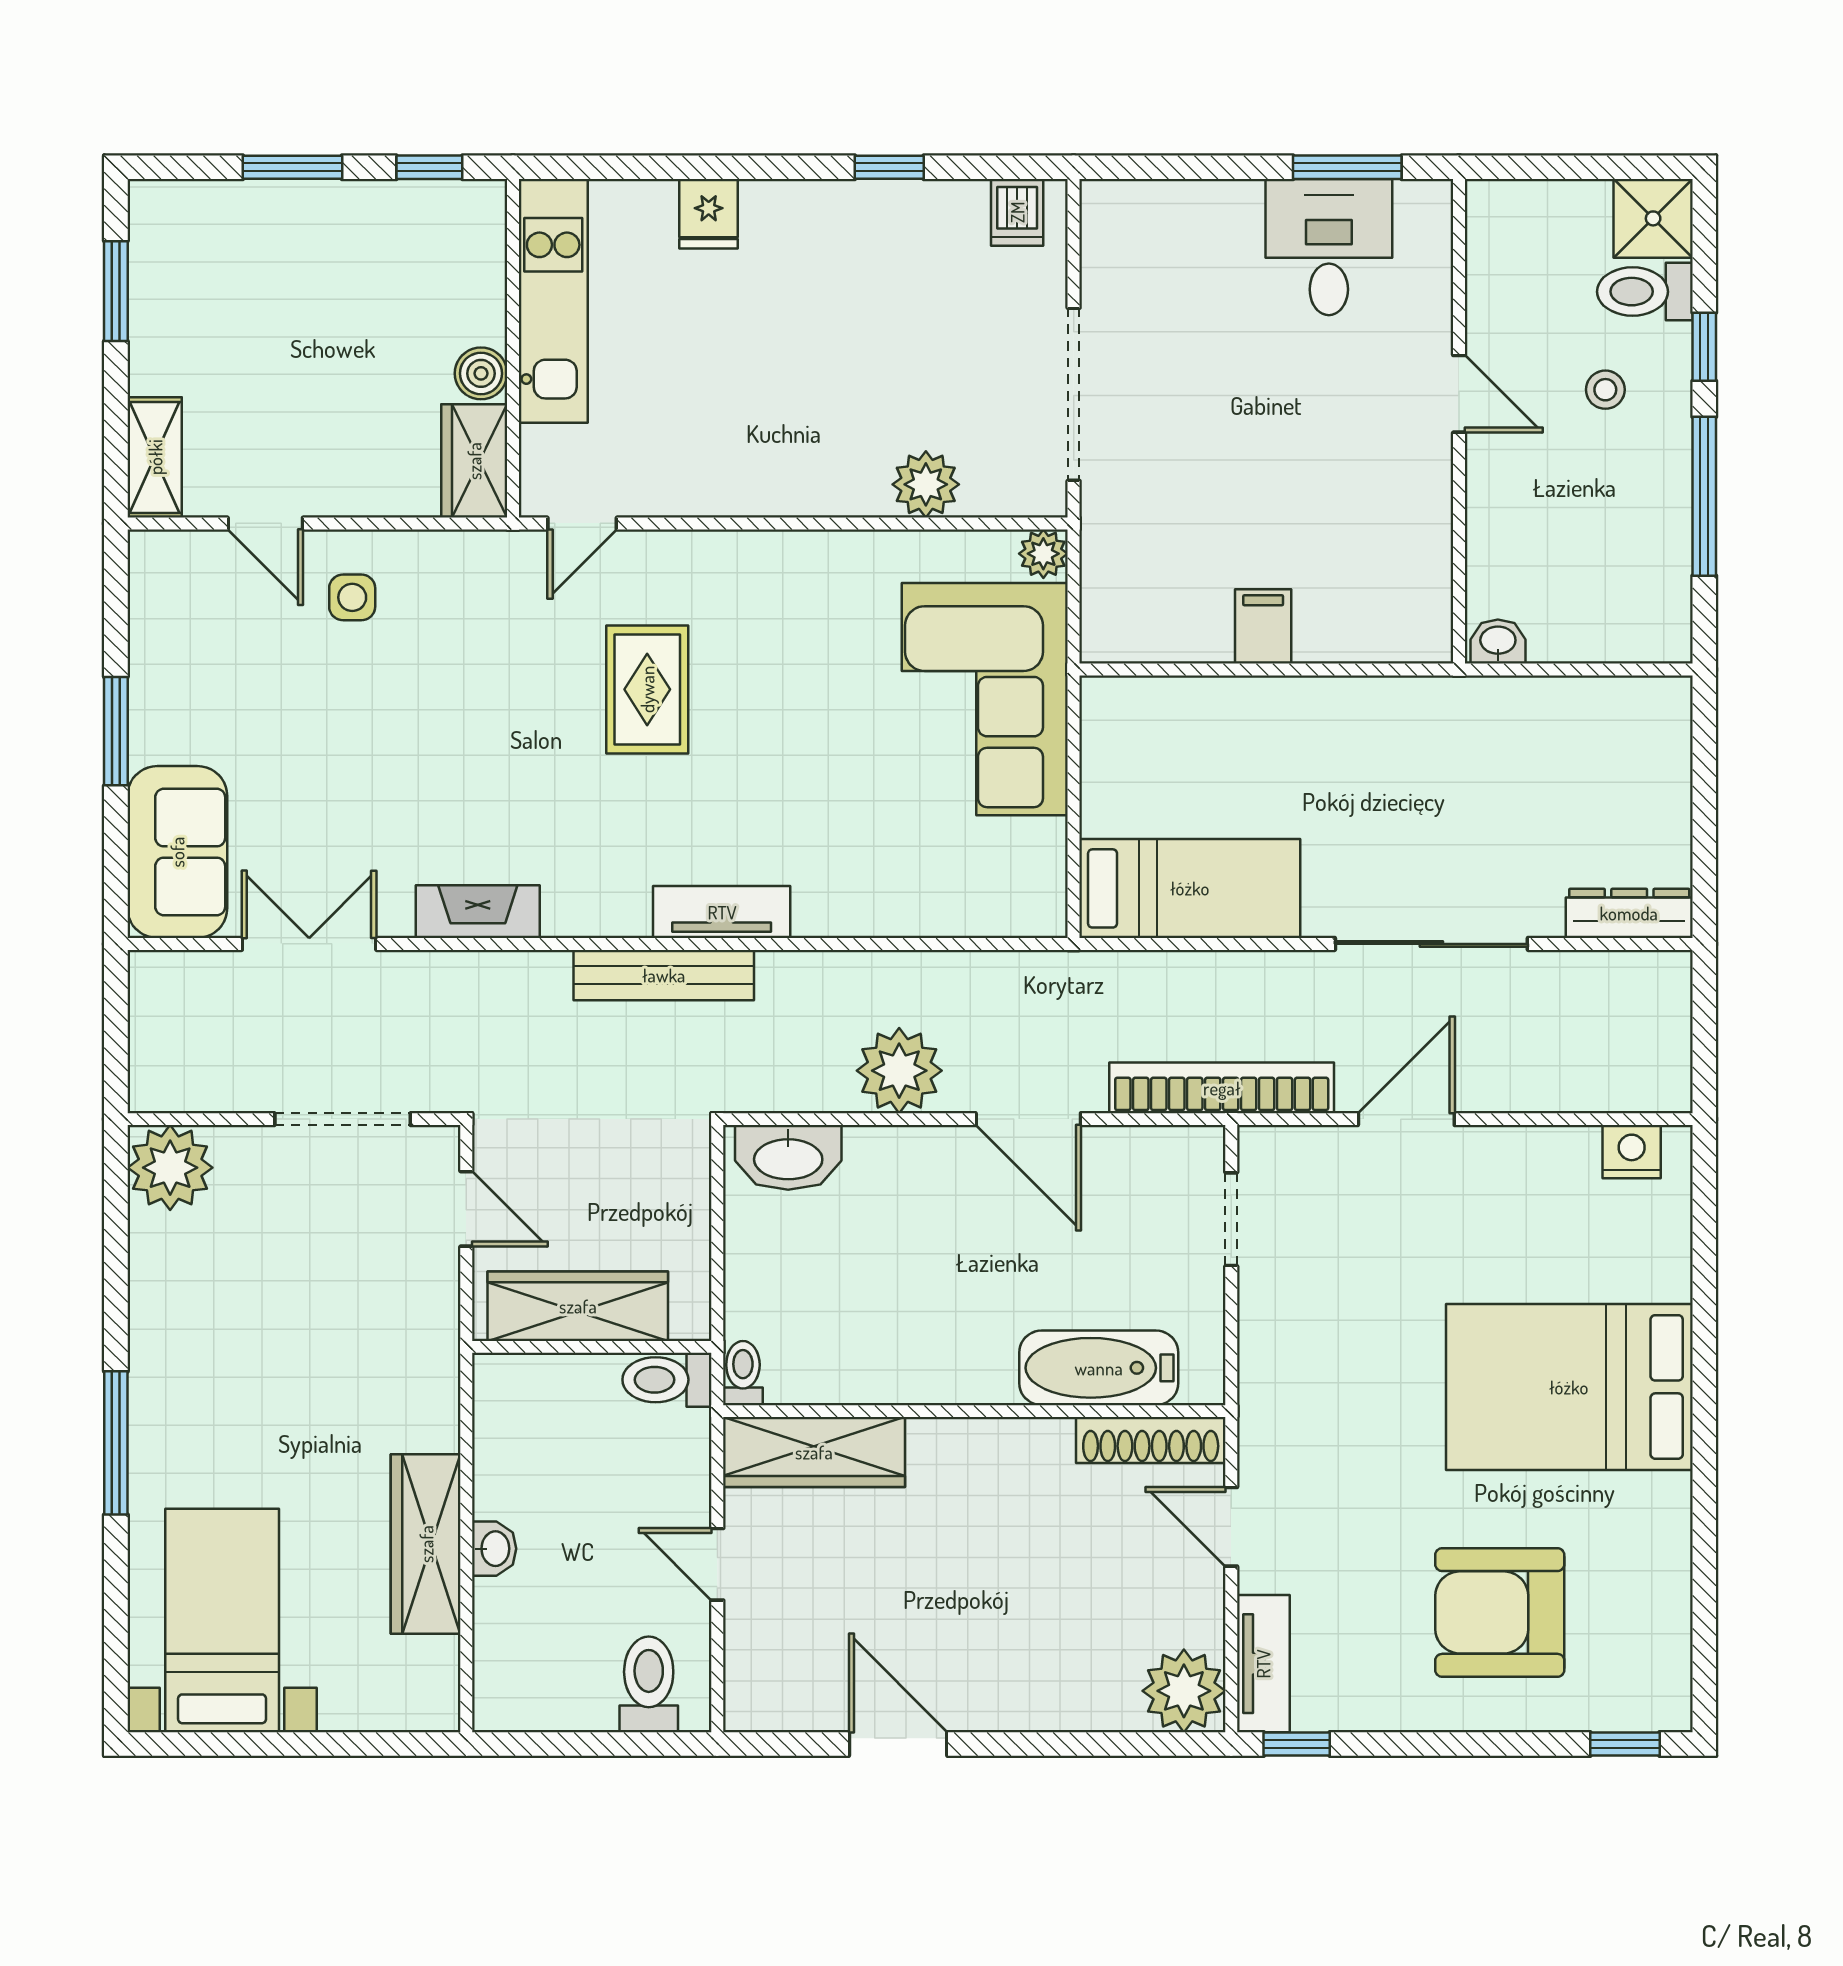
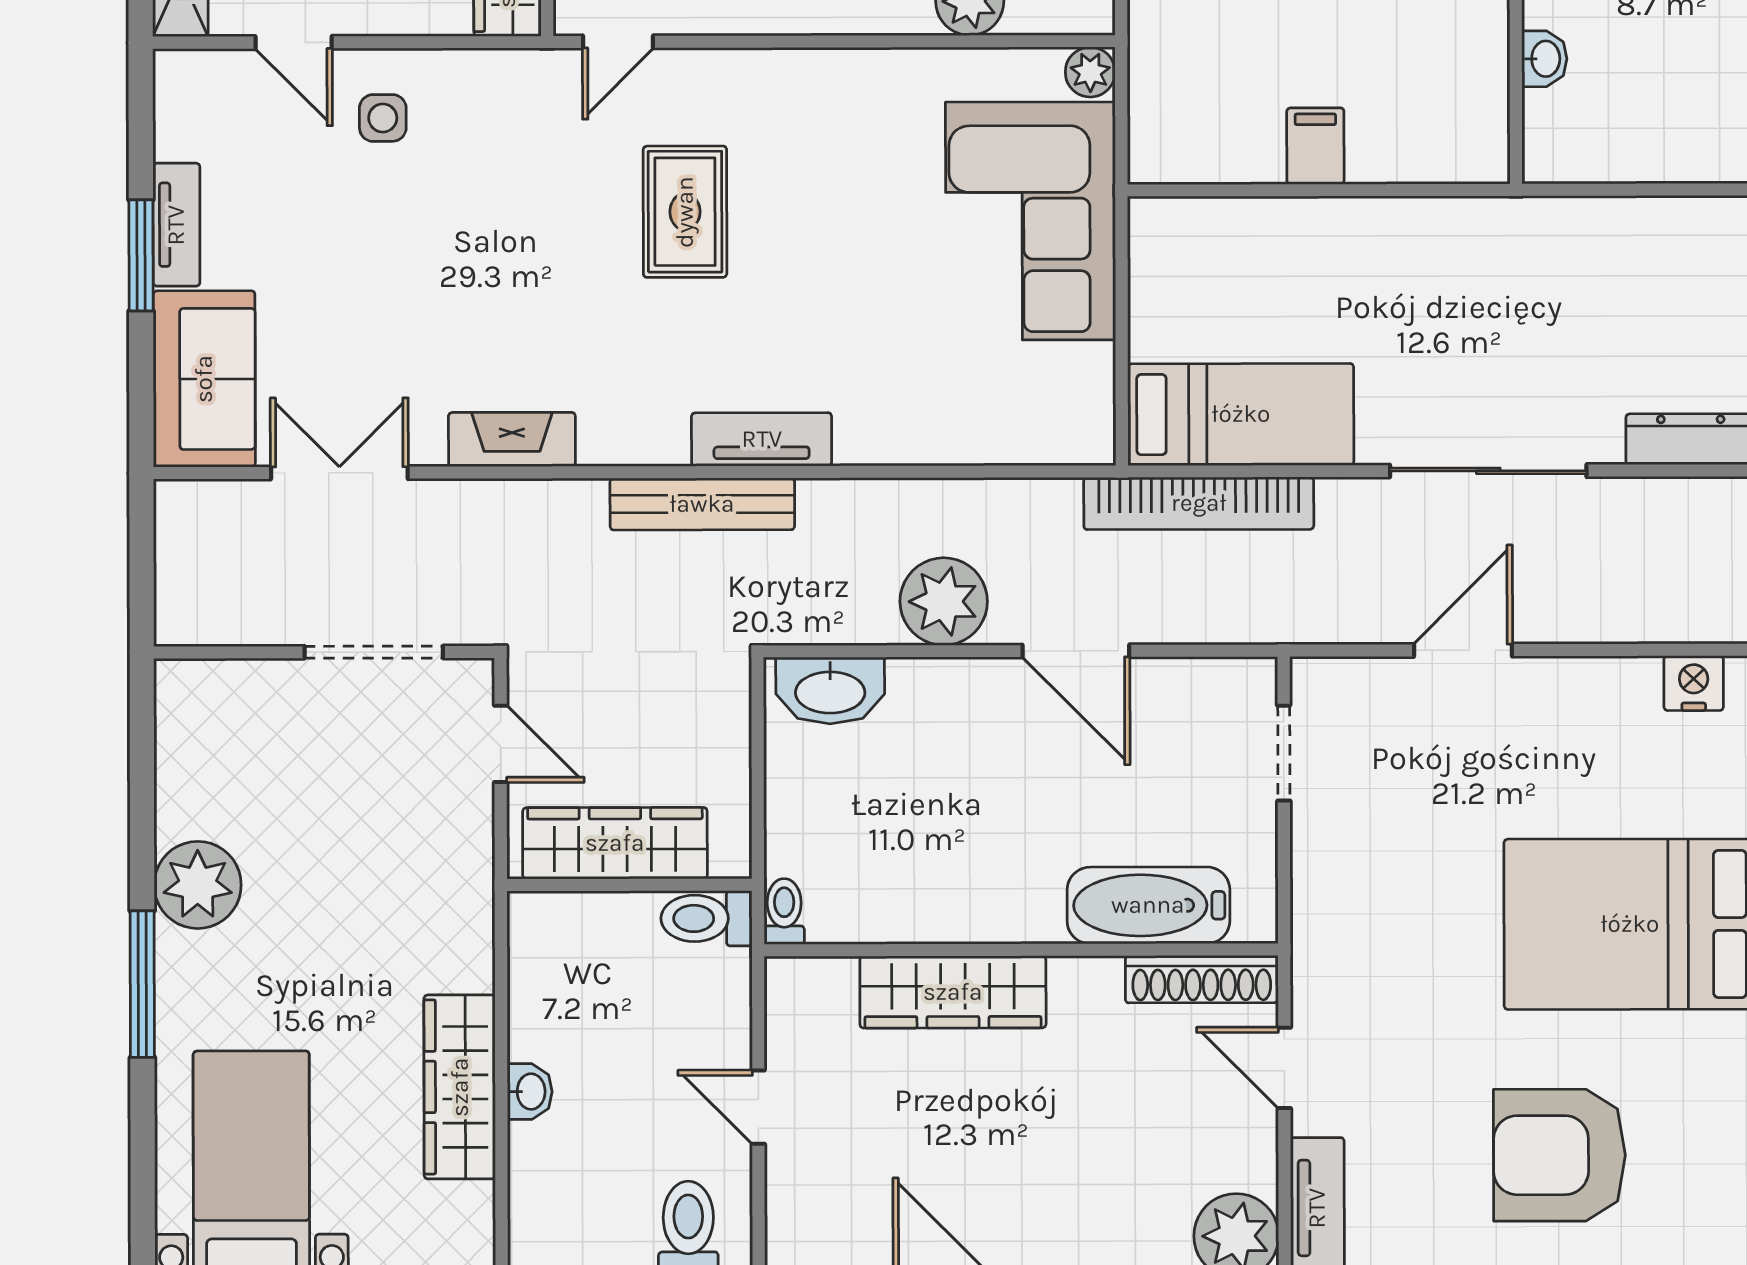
washbasin: (1498, 642) -> (1544, 59), moved, turned 90
tv unit: (150, 701) -> (176, 225), added
bookcase: (1222, 1088) -> (1199, 503), moved, turned 180
plant: (170, 1168) -> (198, 885), moved
wardrobe: (814, 1452) -> (953, 992), moved

